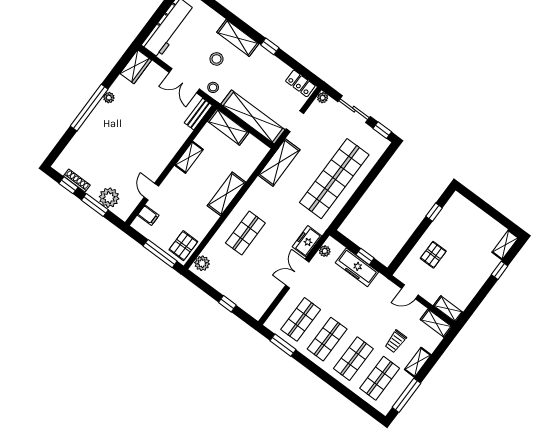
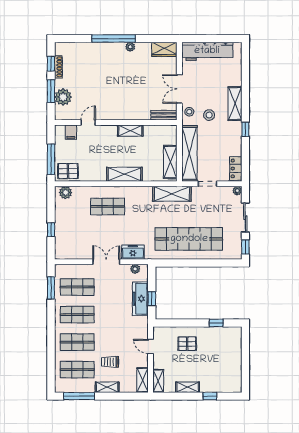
stool: (216, 59) -> (209, 115), moved
shelving: (228, 127) -> (170, 162), moved
shelving: (505, 245) -> (188, 387), moved

